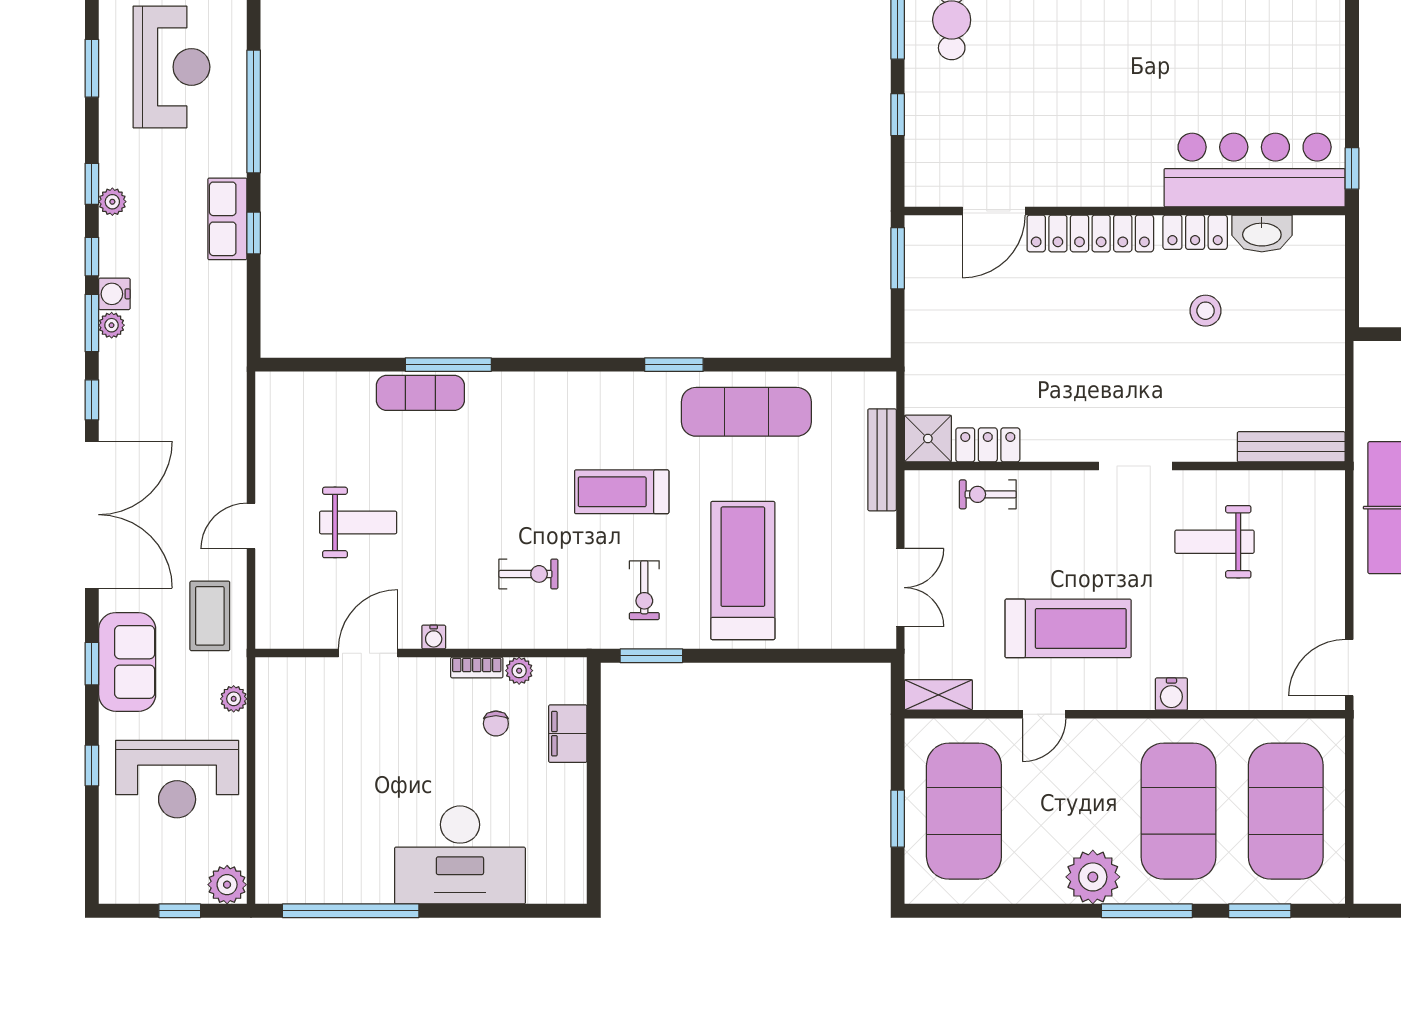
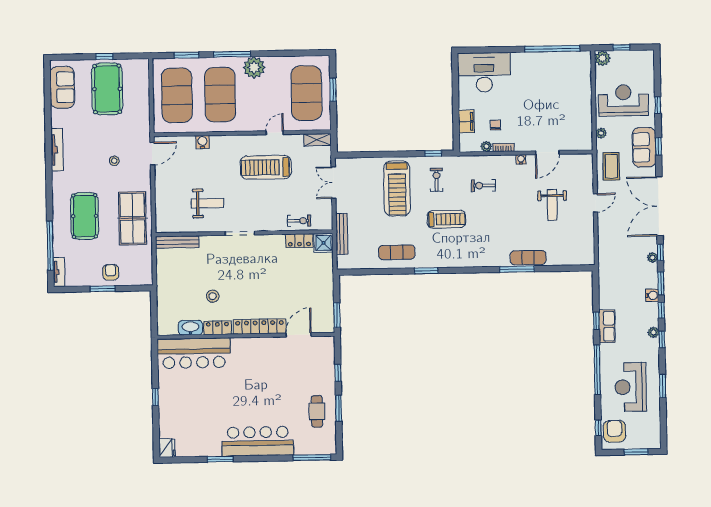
window: (1352, 168) -> (155, 397), moved
plant: (112, 325) -> (652, 258), moved
exercise mat: (746, 412) -> (397, 252), width x0.73, depth x0.69
weight bench: (358, 522) -> (552, 205), turned -90
window: (651, 656) -> (433, 153), width x0.67
water cooler: (1171, 694) -> (202, 142), moved
desk: (460, 855) -> (484, 72), moved

